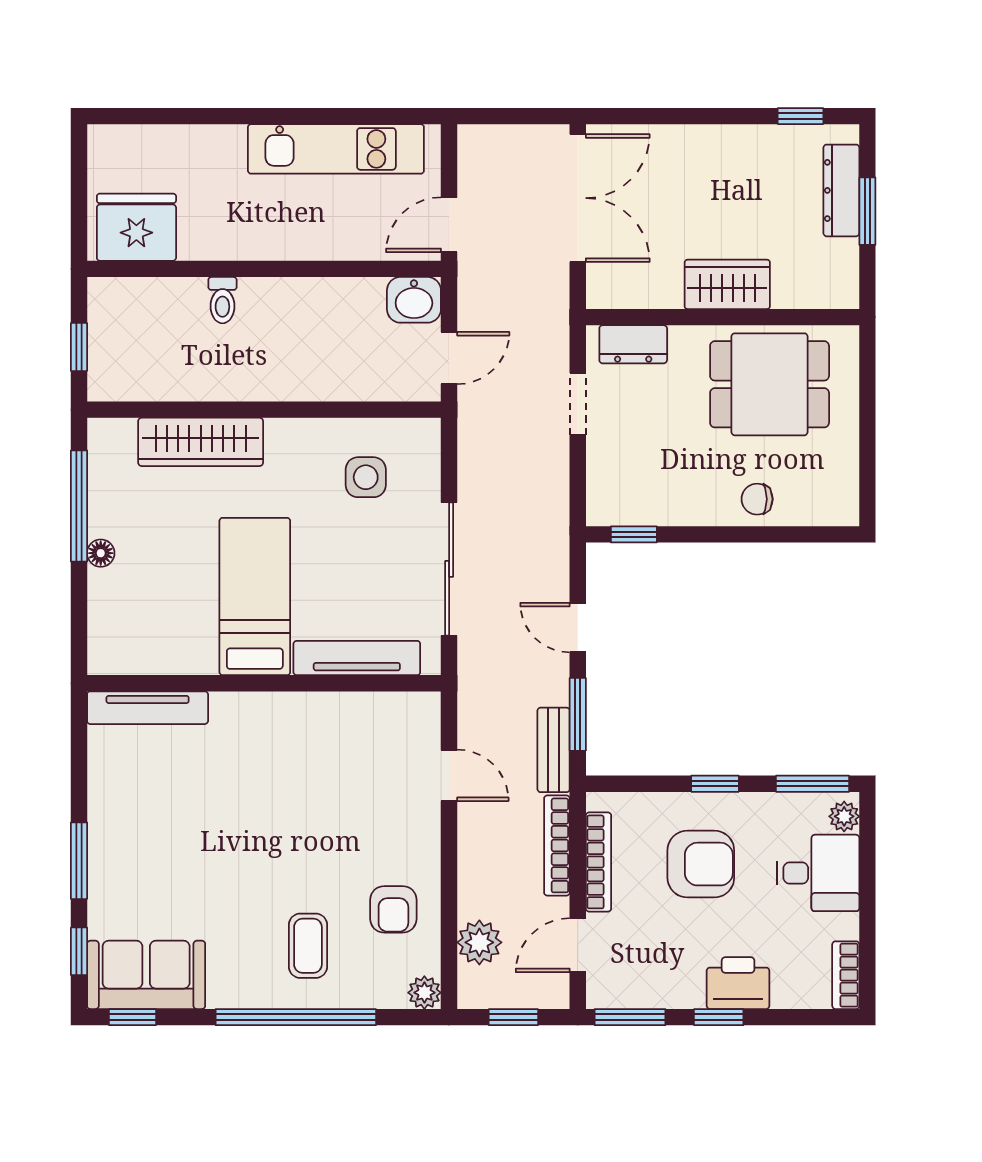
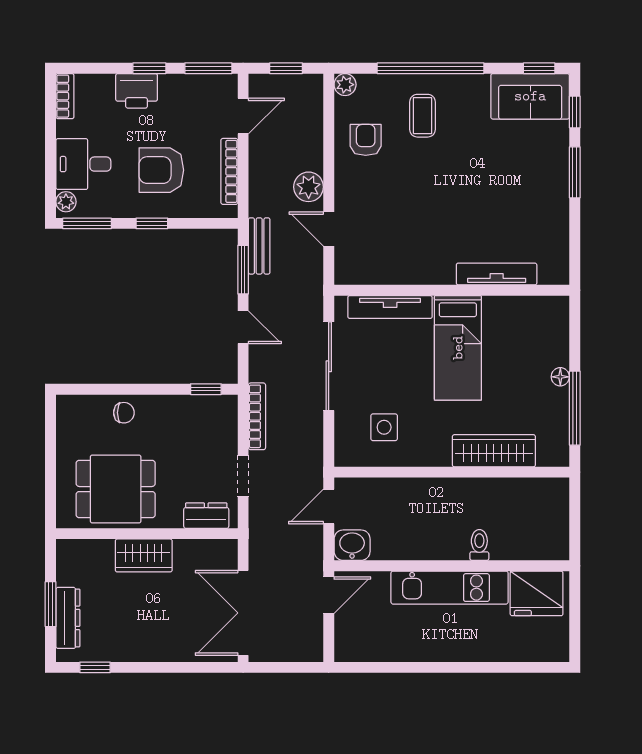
kitchen unit: (336, 149) -> (450, 588), moved, turned 180
window: (79, 347) -> (575, 514), removed
tv unit: (148, 708) -> (497, 274), moved
bookcase: (557, 845) -> (257, 416), moved
plant: (479, 942) -> (309, 187), moved

